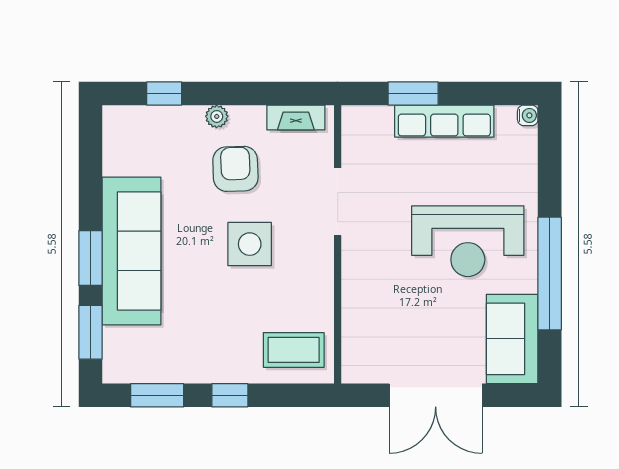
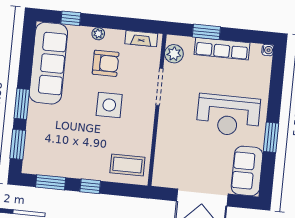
plant: (358, 139) -> (174, 54), added
armchair: (235, 169) -> (106, 63), turned 92
sofa: (132, 251) -> (48, 63), moved
window: (550, 274) -> (271, 137), width x0.47

